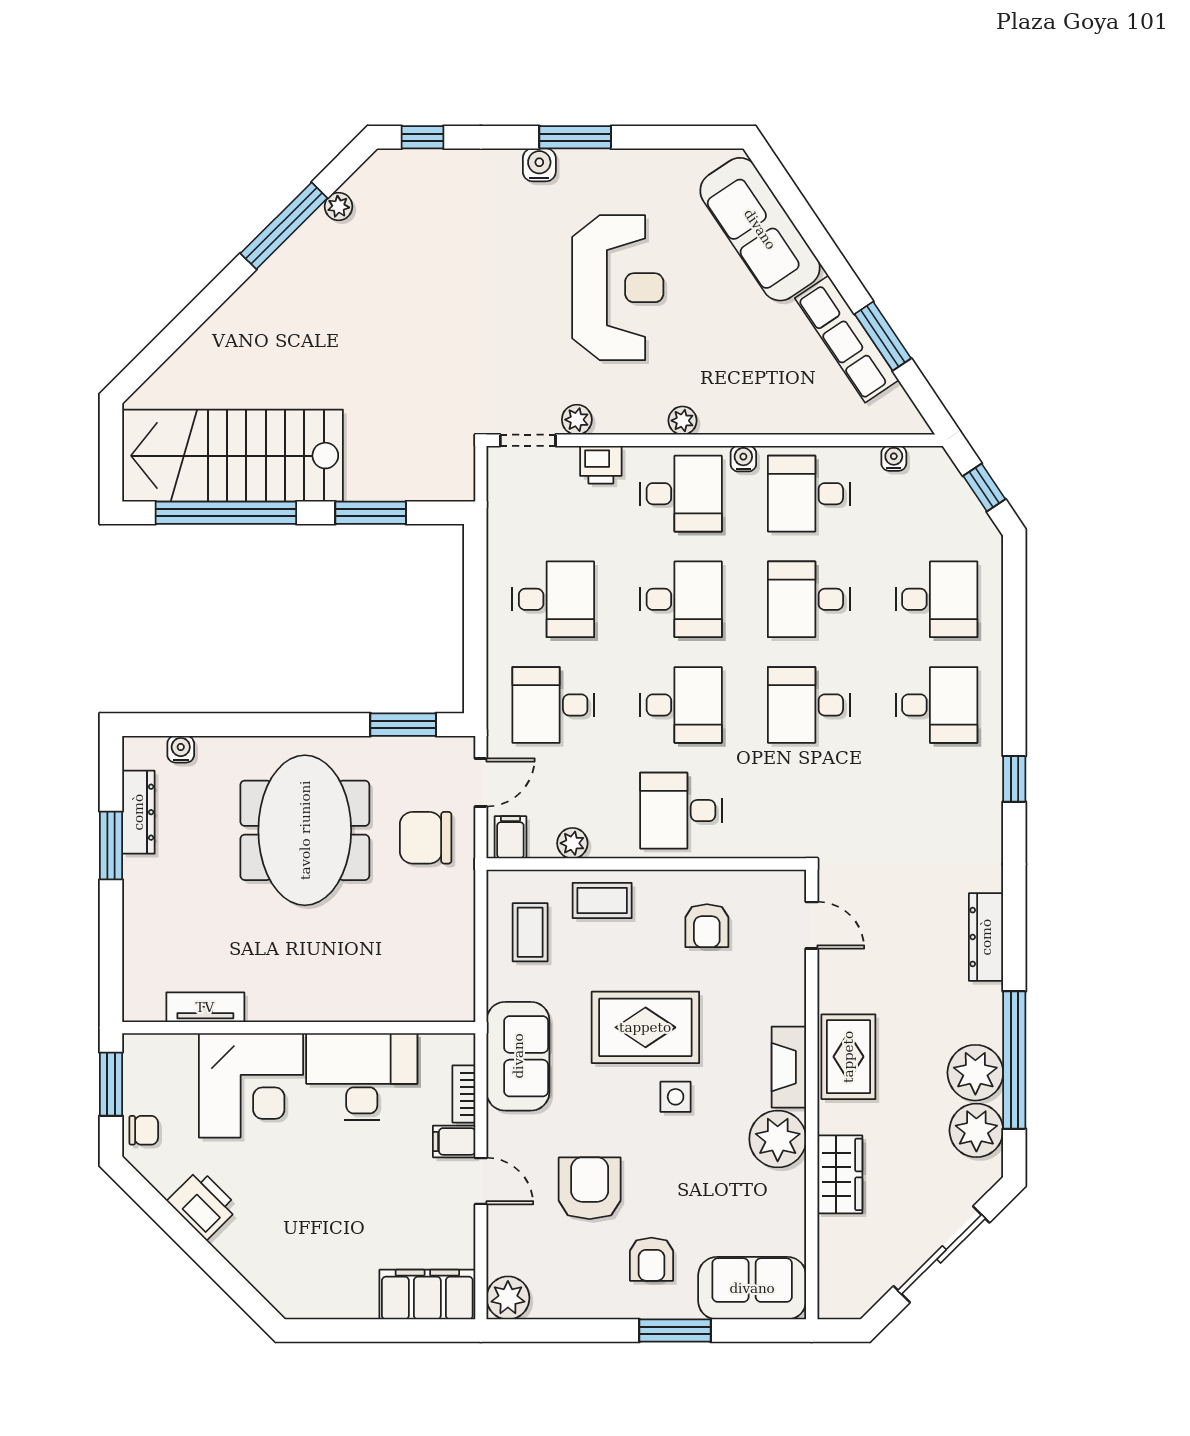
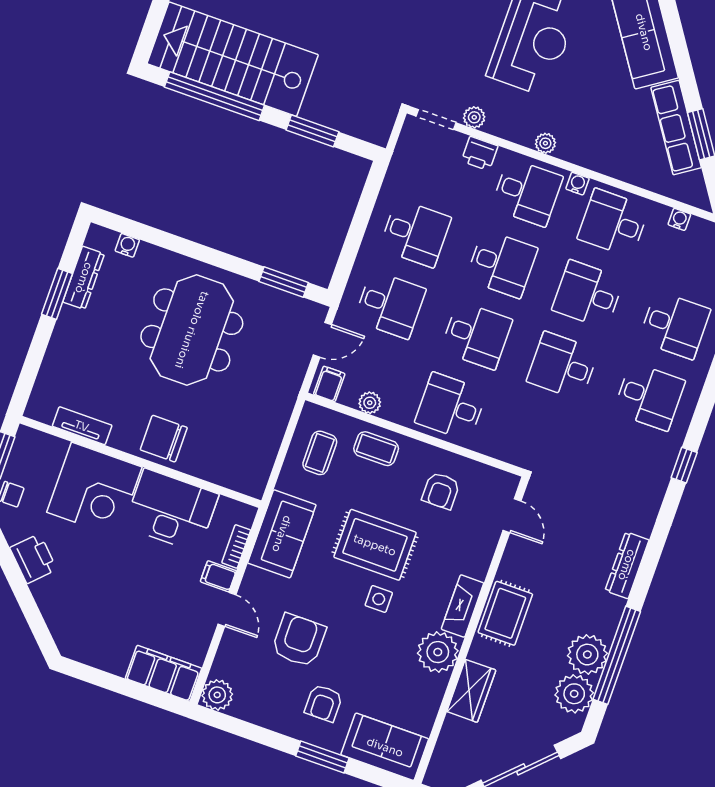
desk: (553, 705) -> (390, 305), turned 180
chair: (426, 838) -> (164, 439), moved

